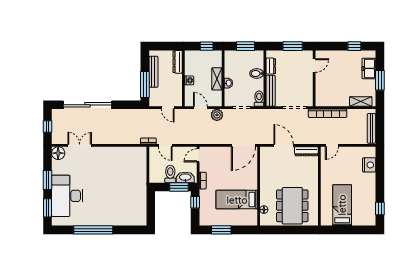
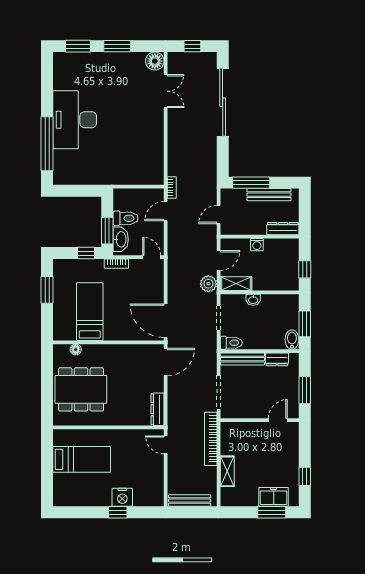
door: (314, 65) -> (278, 420), swing flipped
bidet: (257, 74) -> (292, 340), moved
shelving: (217, 79) -> (236, 284), moved
window: (380, 80) -> (272, 512), moved
shelving: (361, 101) -> (227, 471), moved
door: (284, 145) -> (166, 362), moved
nightstand: (369, 165) -> (122, 497), moved
desk: (67, 196) -> (75, 120), moved, turned -90
window: (380, 209) -> (118, 512), moved
window: (93, 230) -> (47, 144), moved

